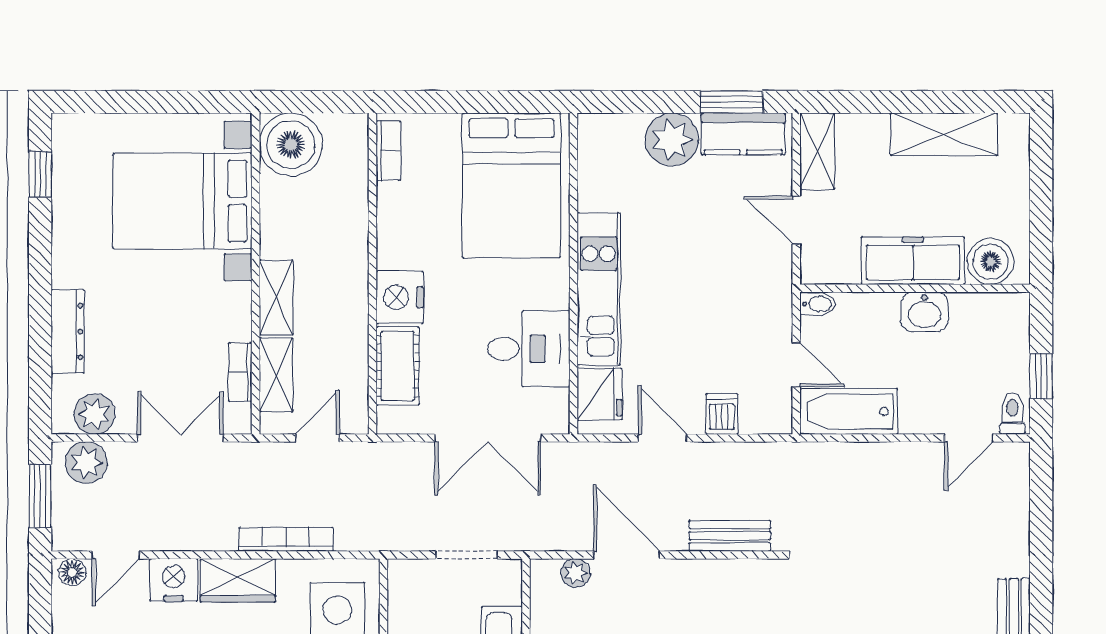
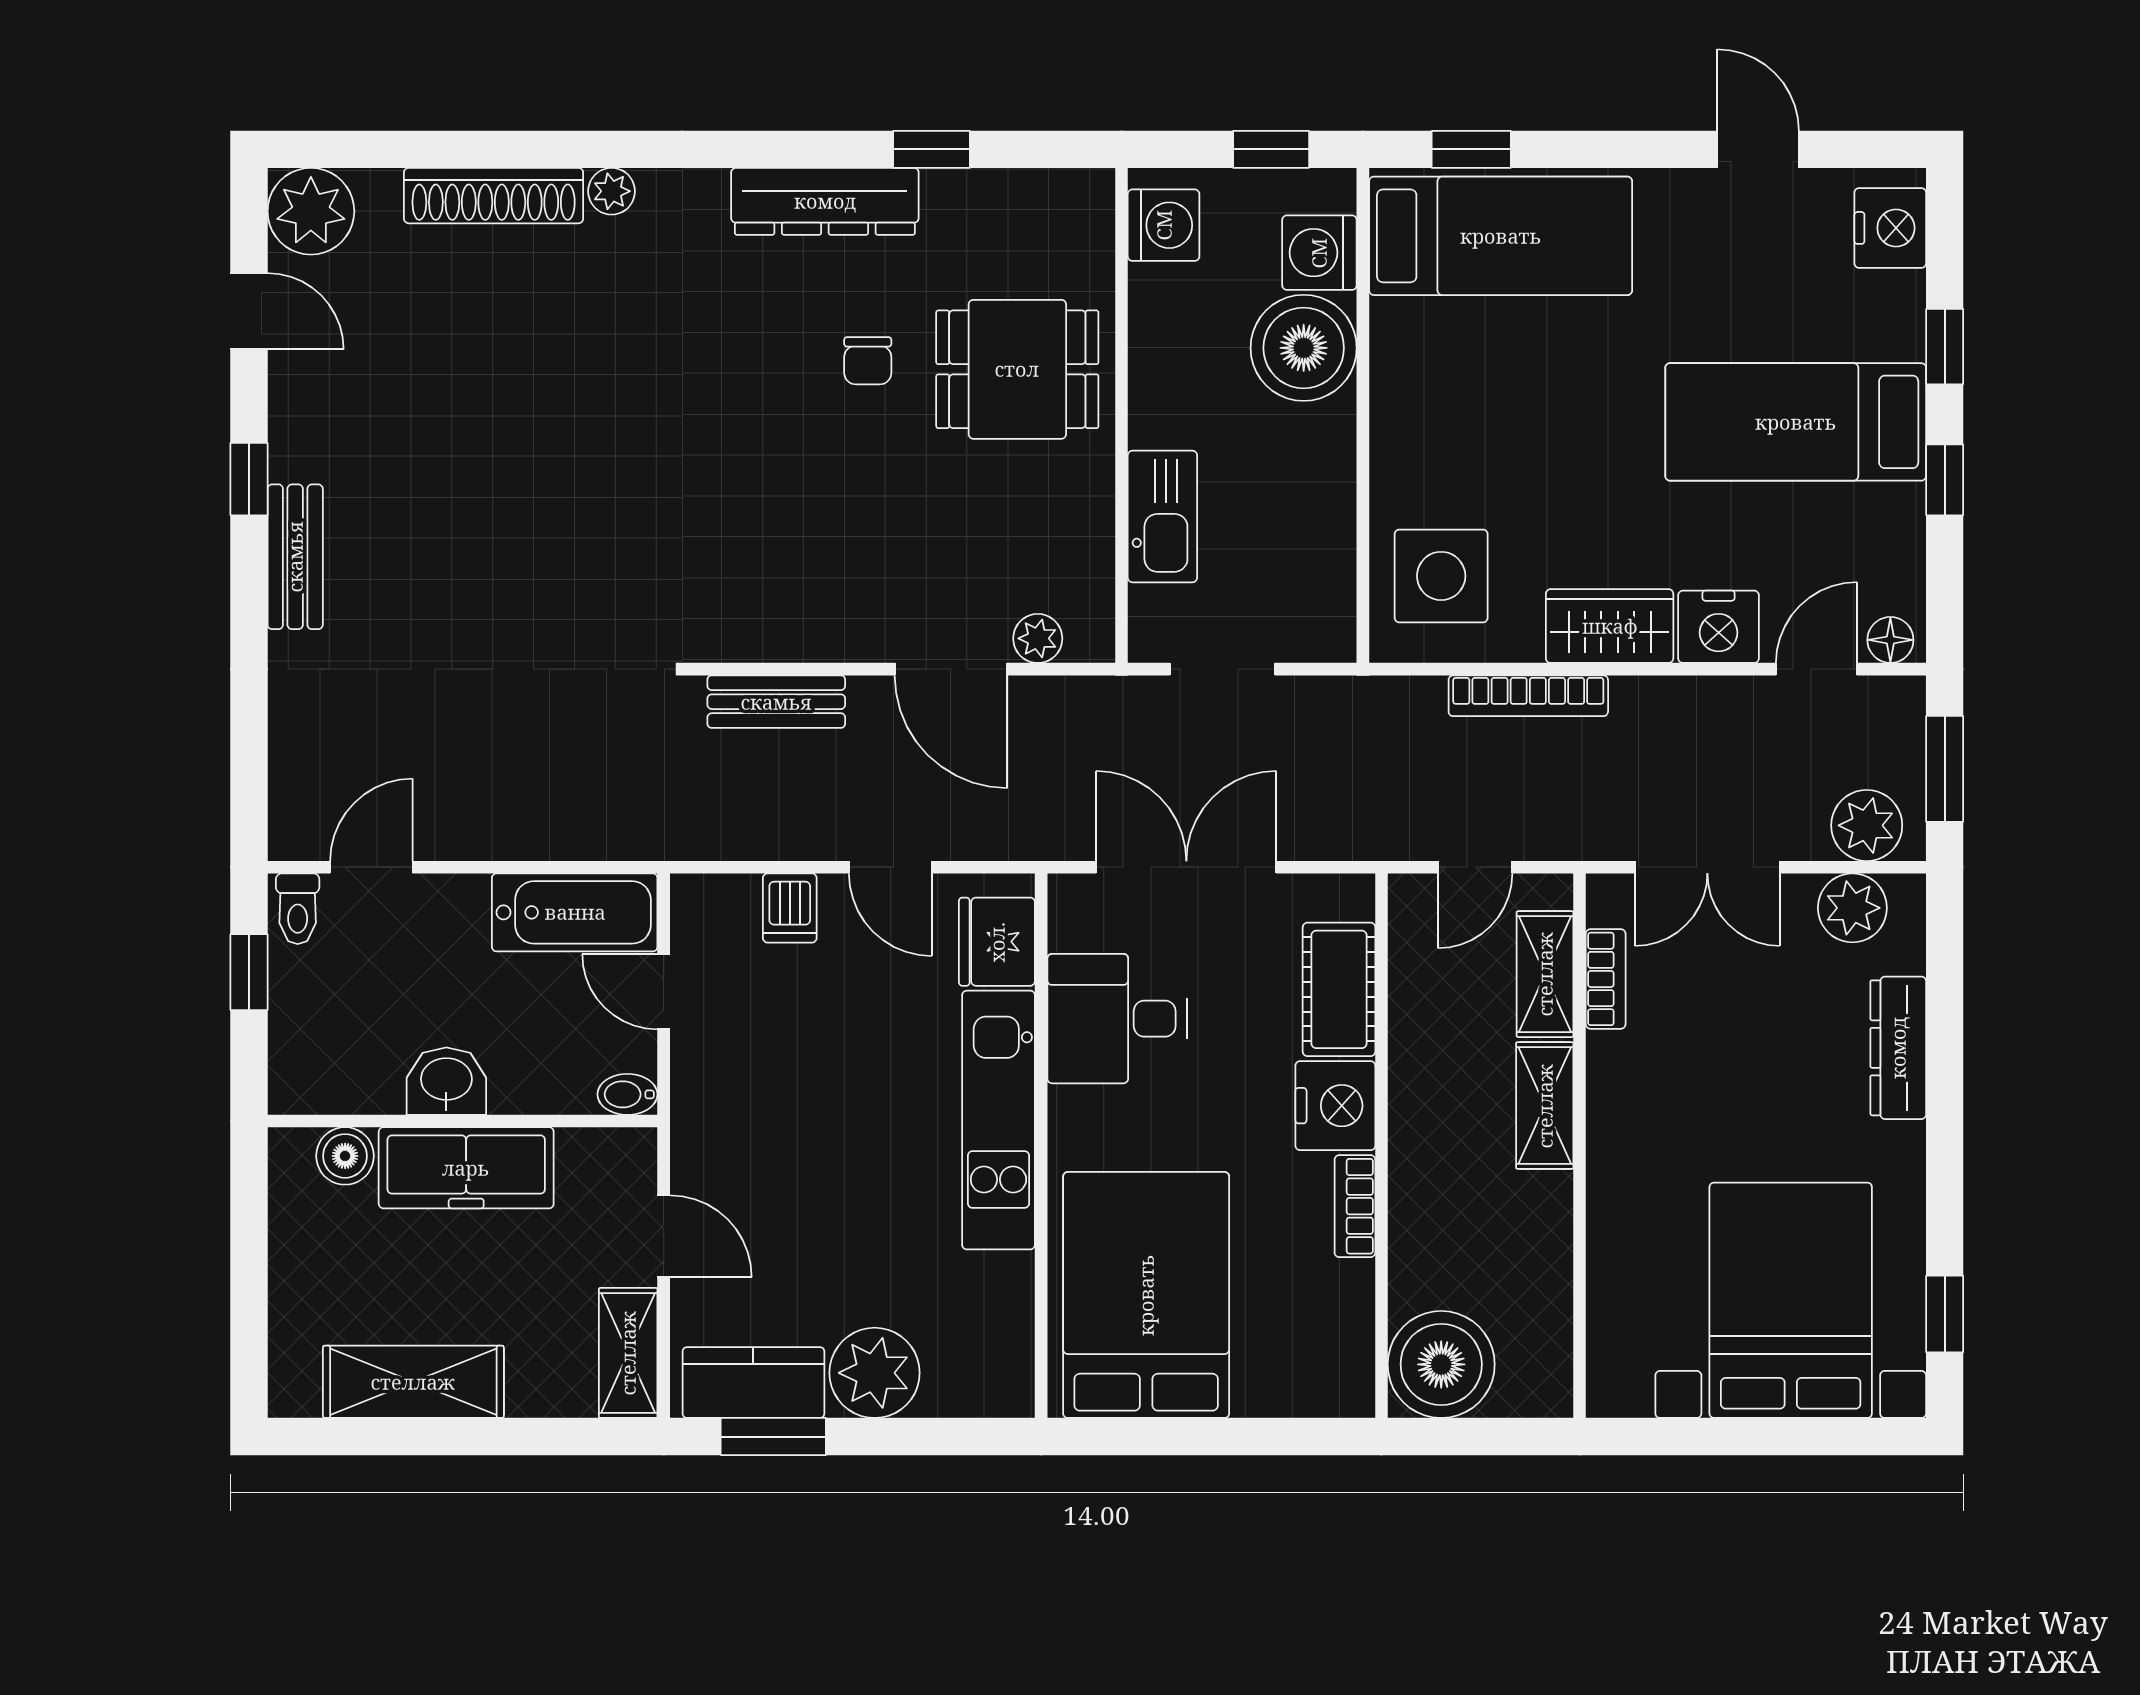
boiler: (291, 144) -> (1441, 1364), moved
bookcase: (388, 151) -> (1355, 1206), moved
bed with nightstands: (182, 201) -> (1791, 1300), moved, turned -90
boiler: (991, 261) -> (345, 1156), width x0.73, depth x0.73

